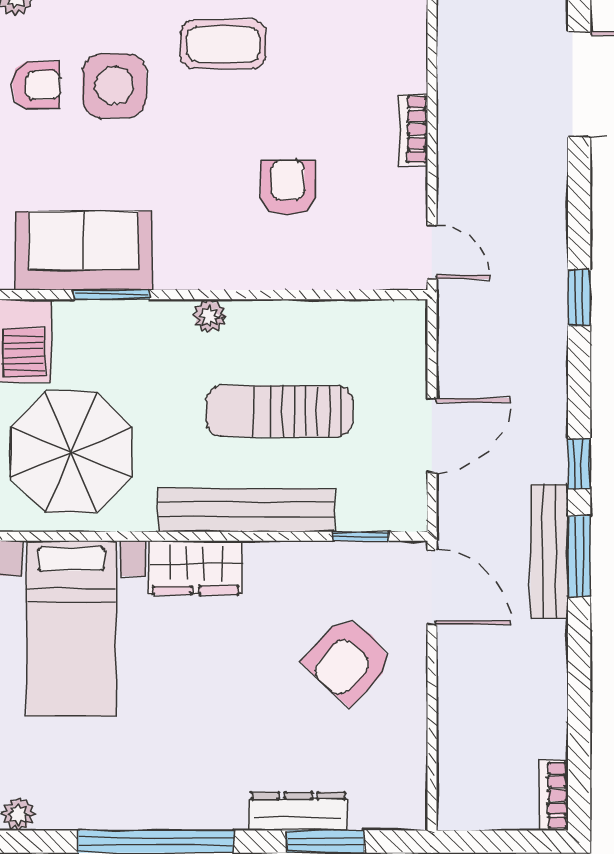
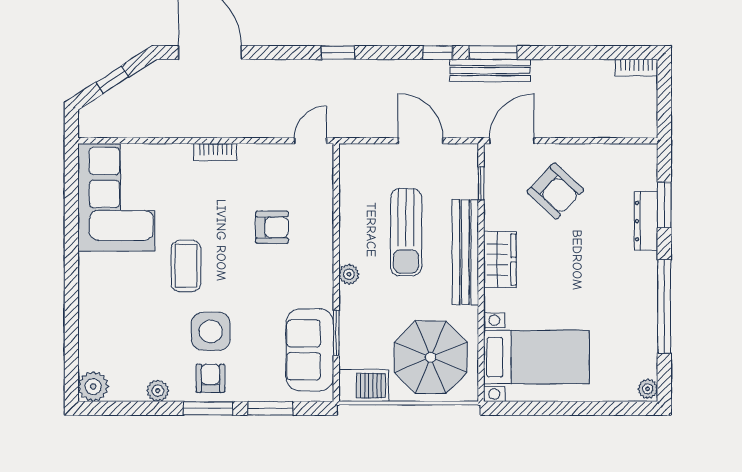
bookcase: (413, 130) -> (215, 152), moved
armchair: (288, 188) -> (272, 227), turned 180
wardrobe: (196, 568) -> (500, 260), moved

